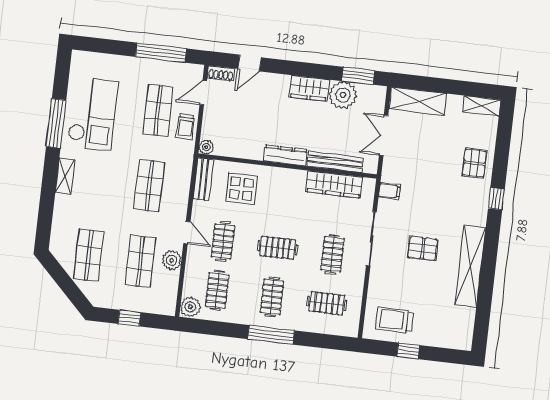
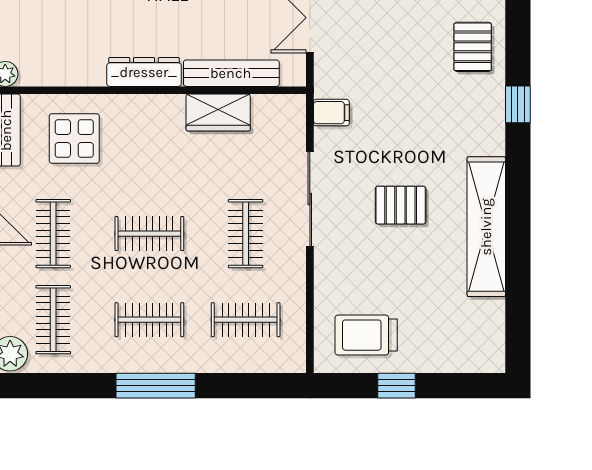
wardrobe: (334, 184) -> (218, 113), width x0.67
clothes rail: (272, 297) -> (149, 320), turned 90

